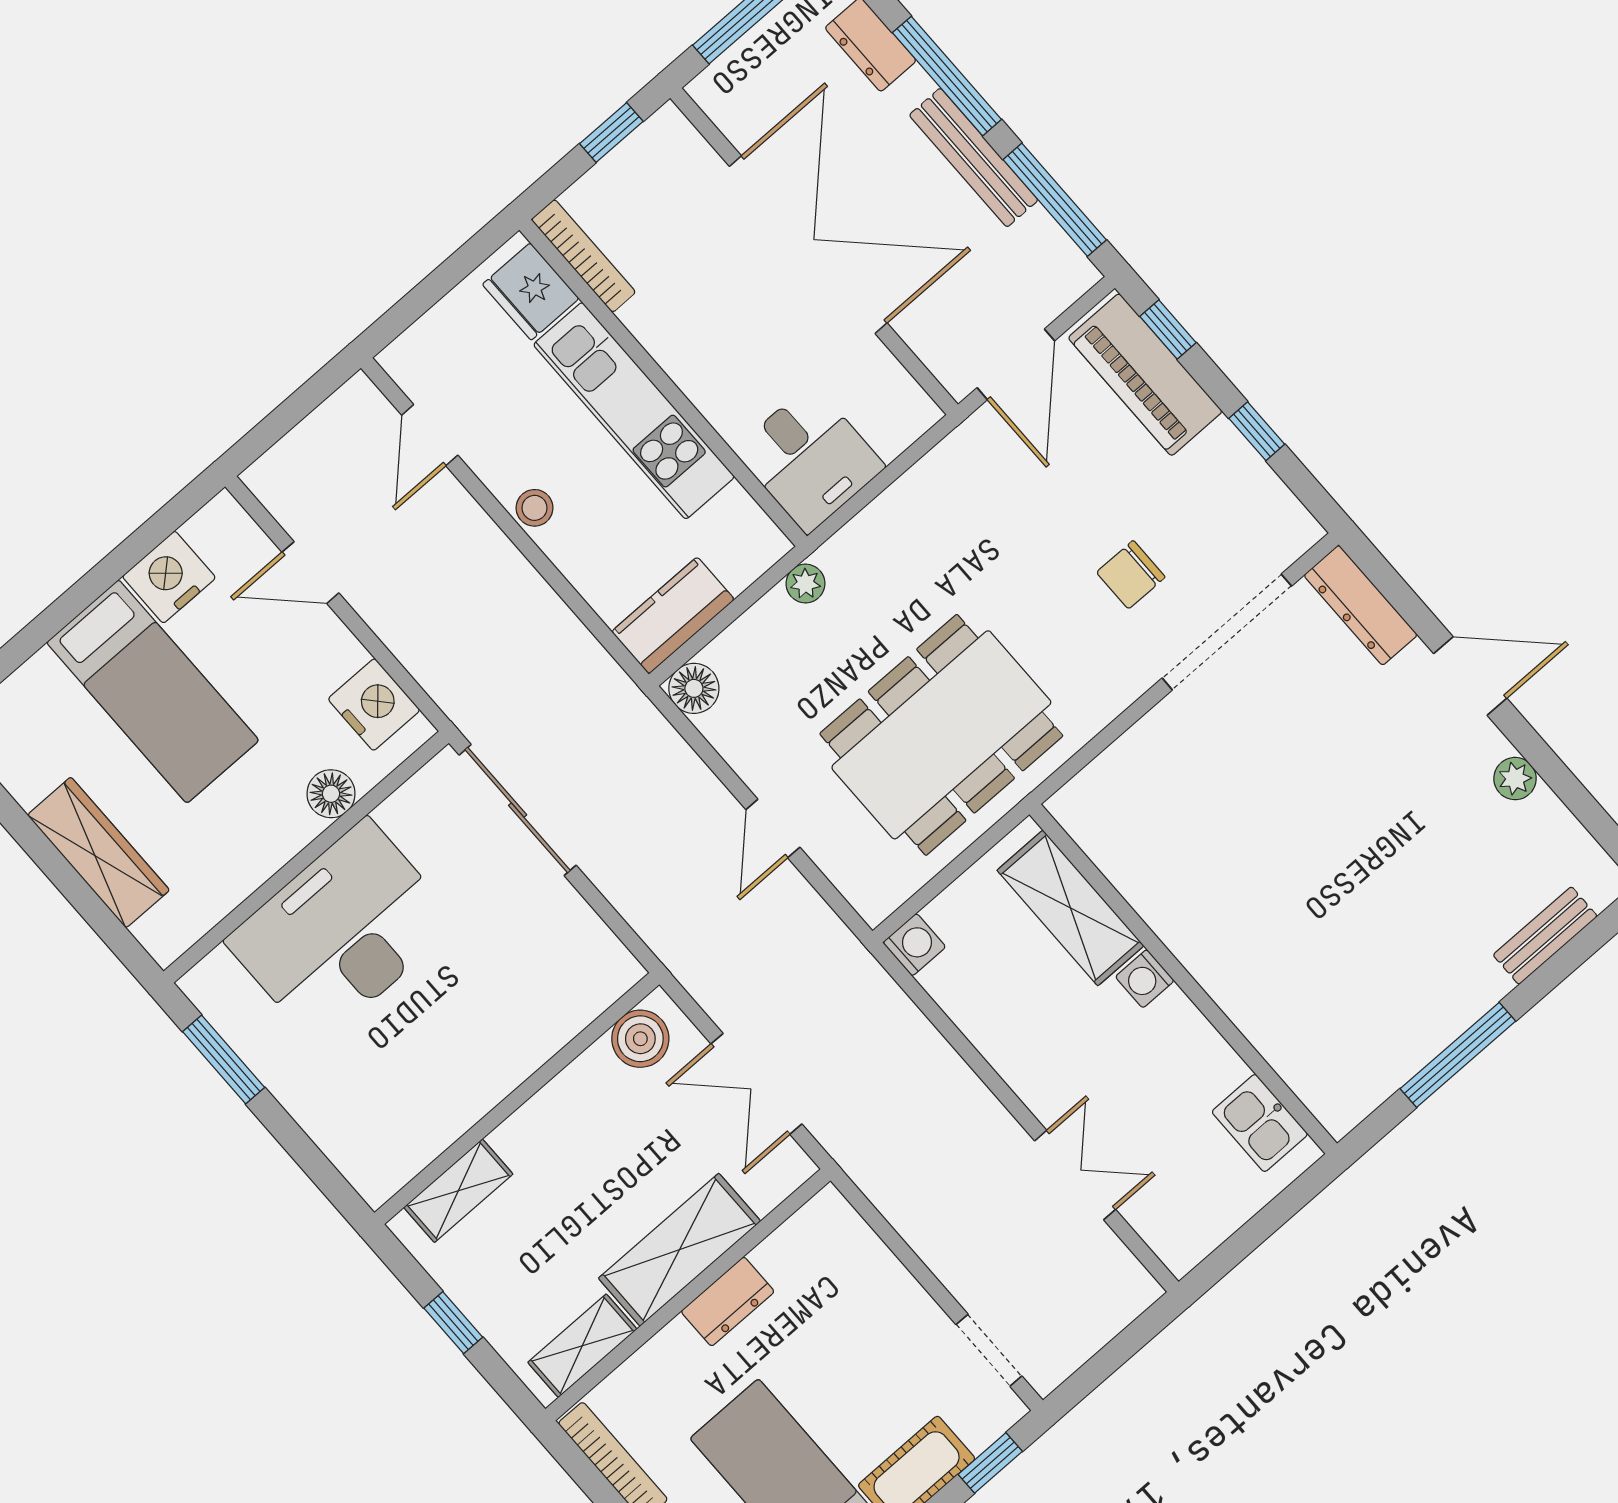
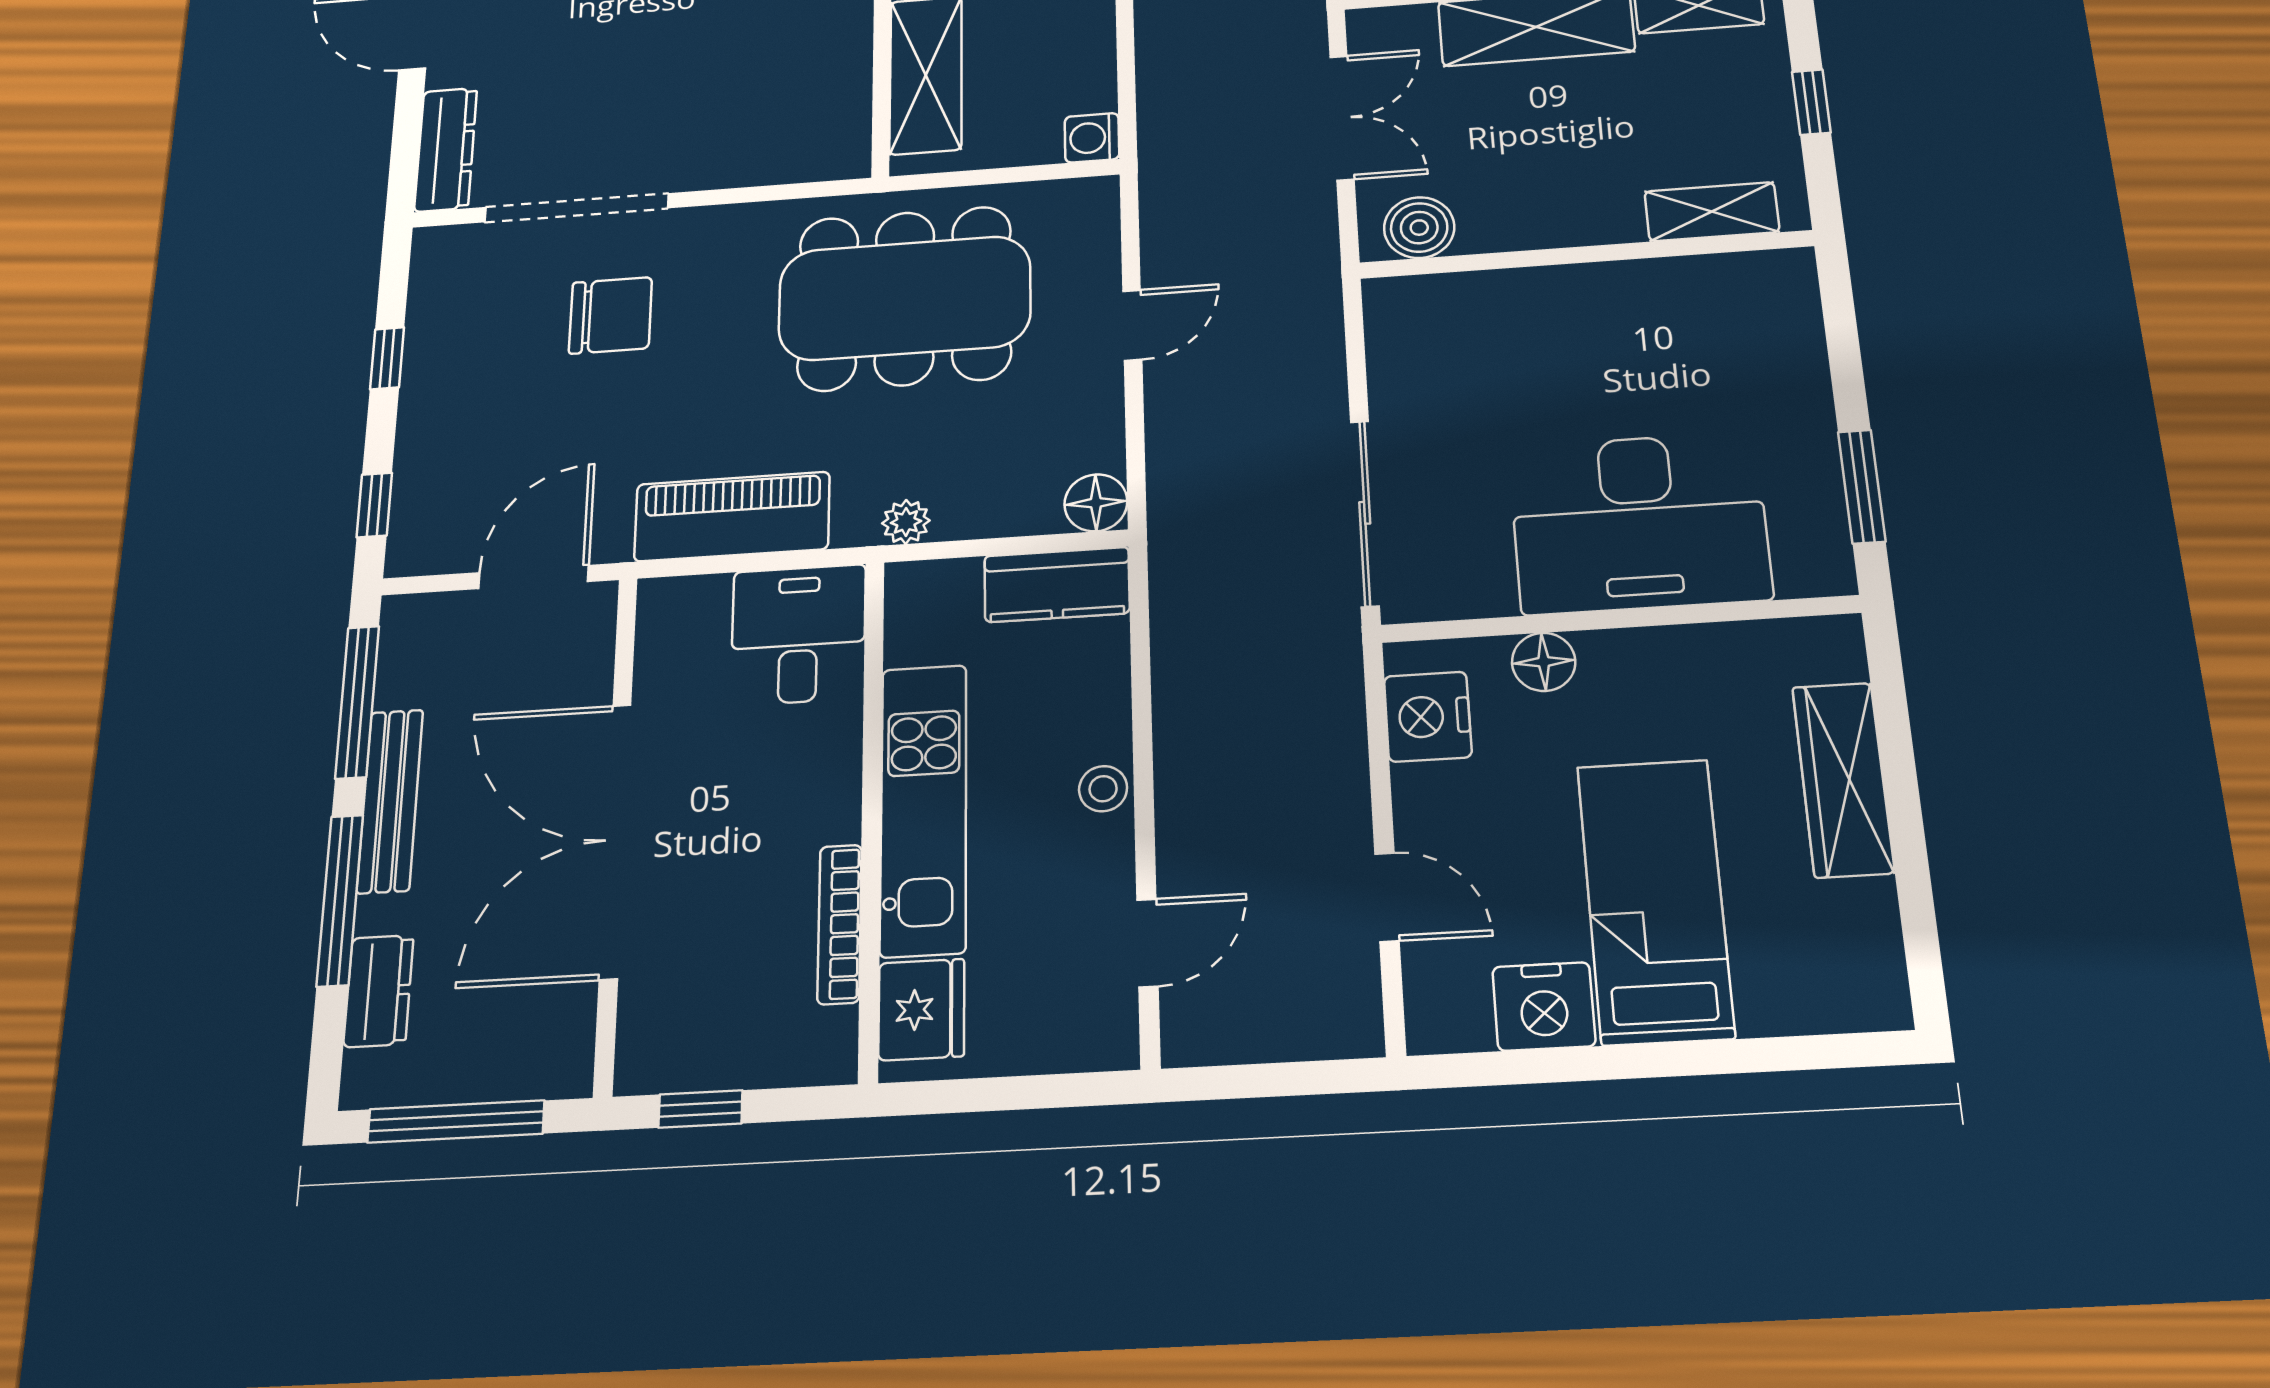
bookcase: (583, 256) -> (840, 924), moved
piano: (1145, 375) -> (732, 517), moved, turned -90
chair: (1131, 575) -> (611, 315), width x1.37, depth x1.37

